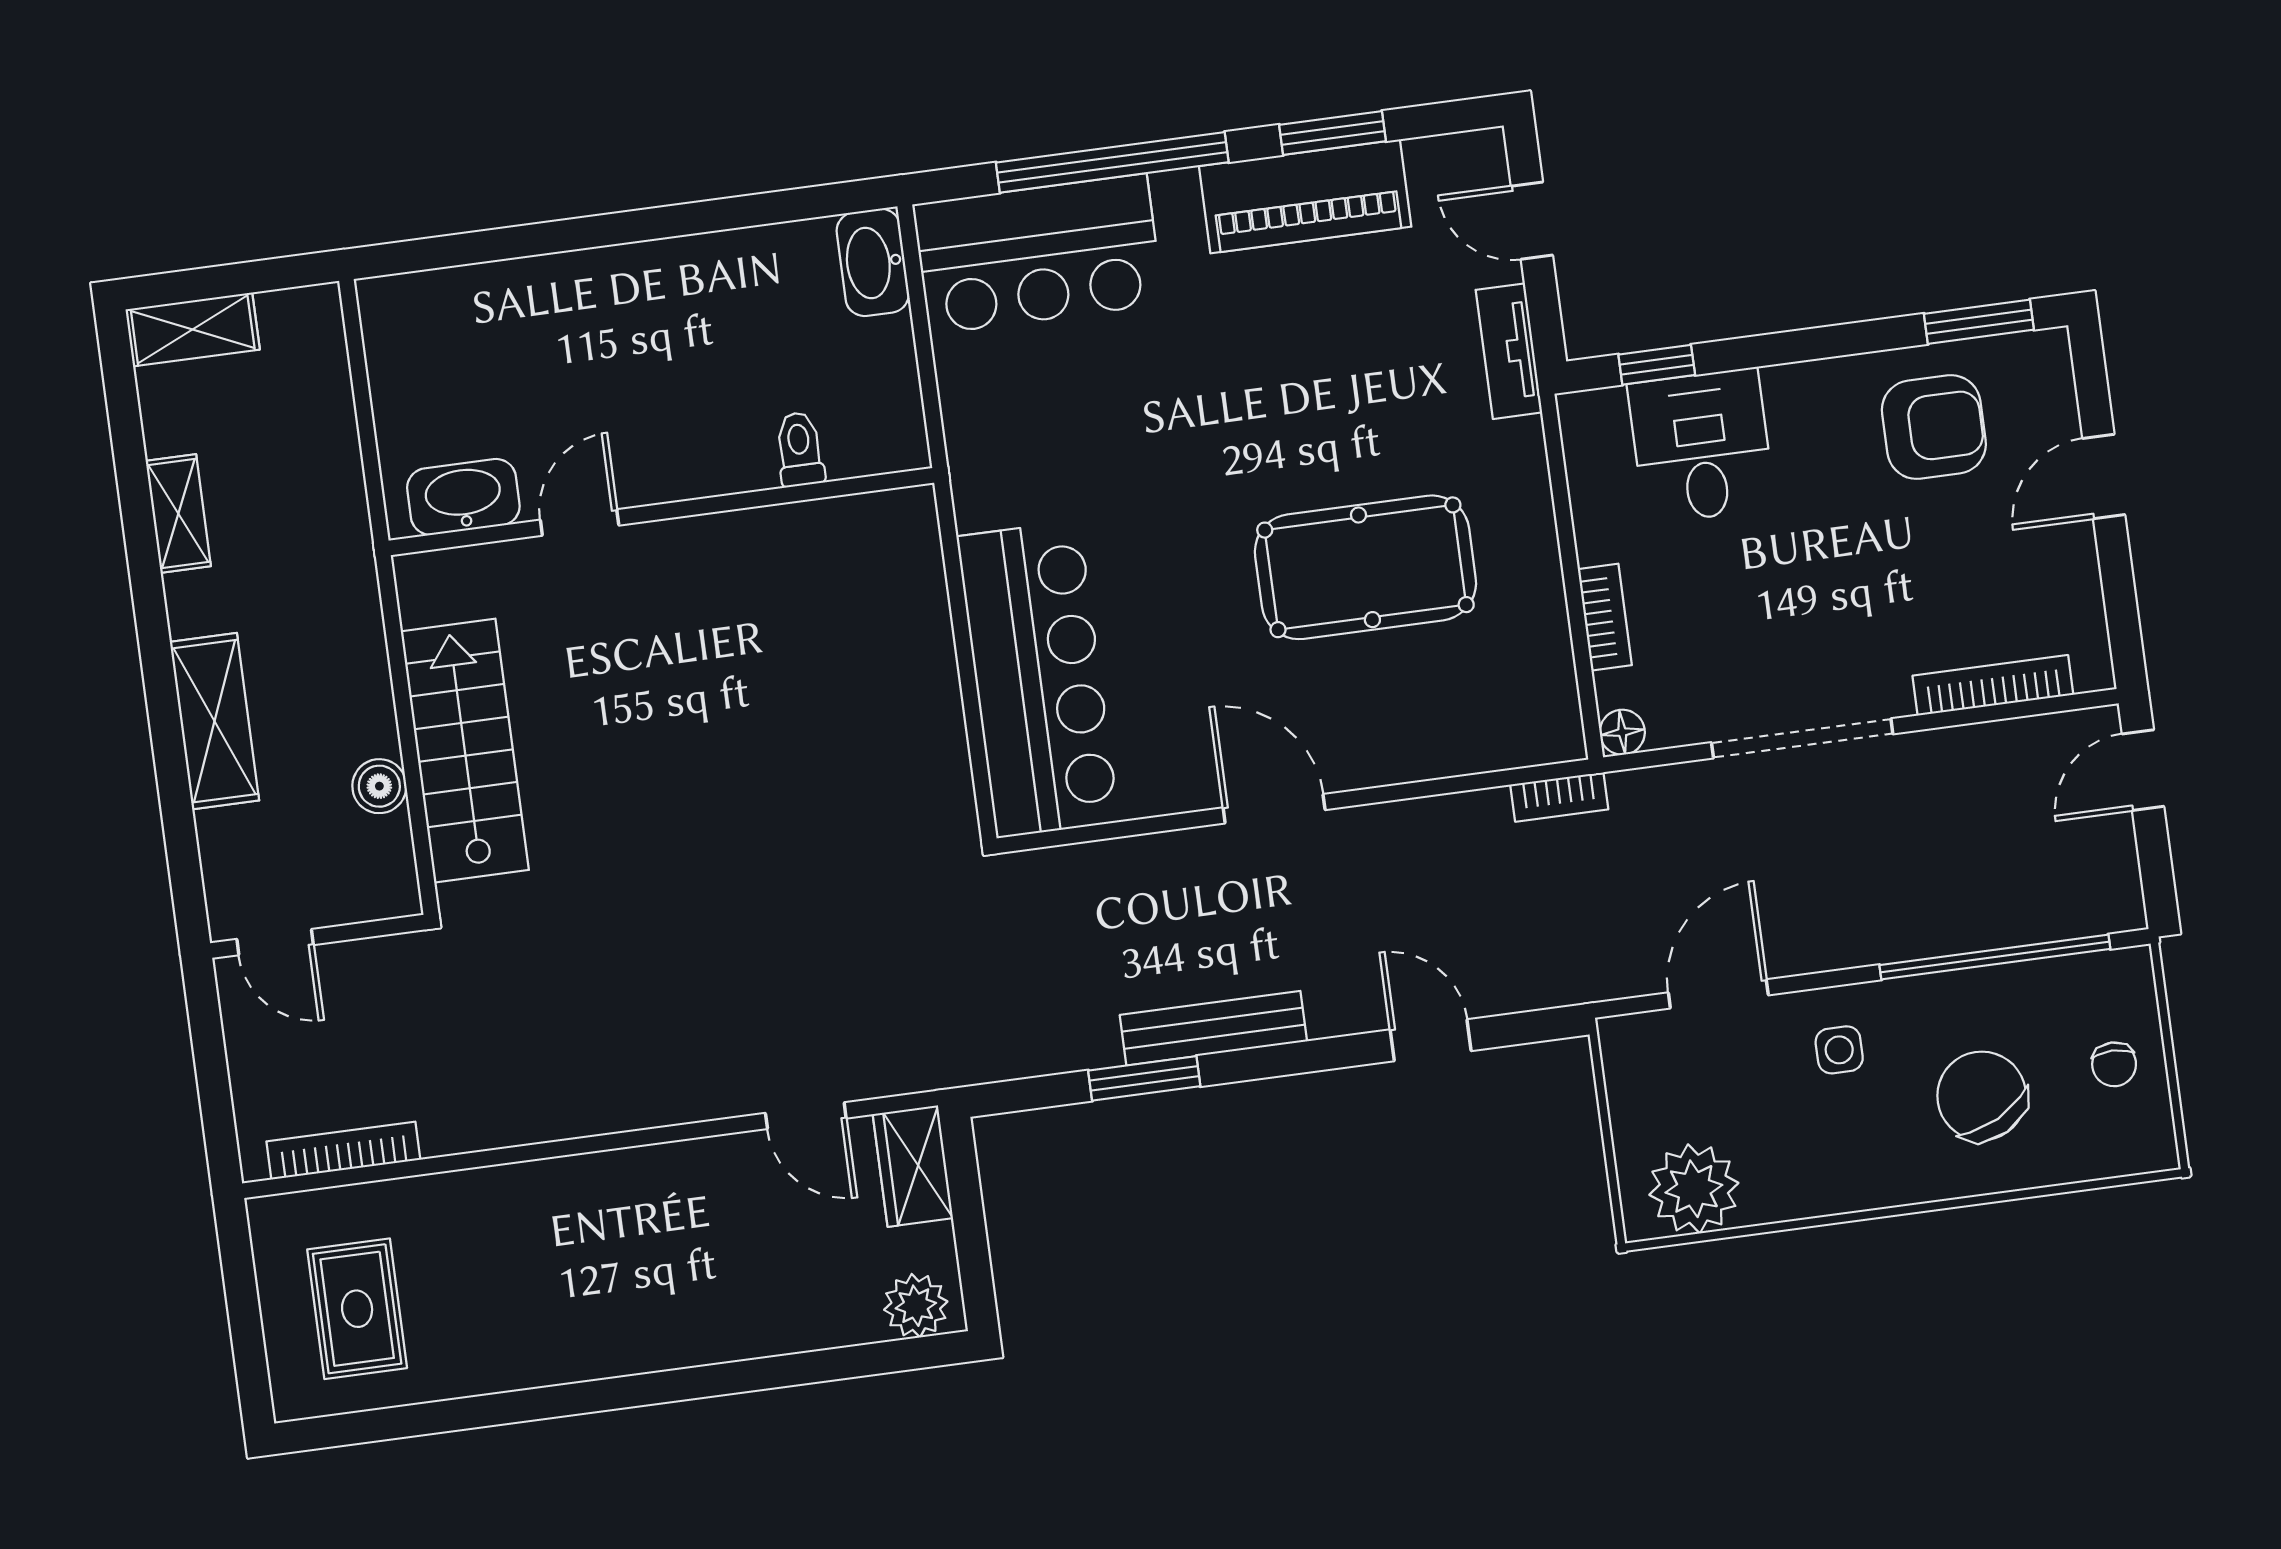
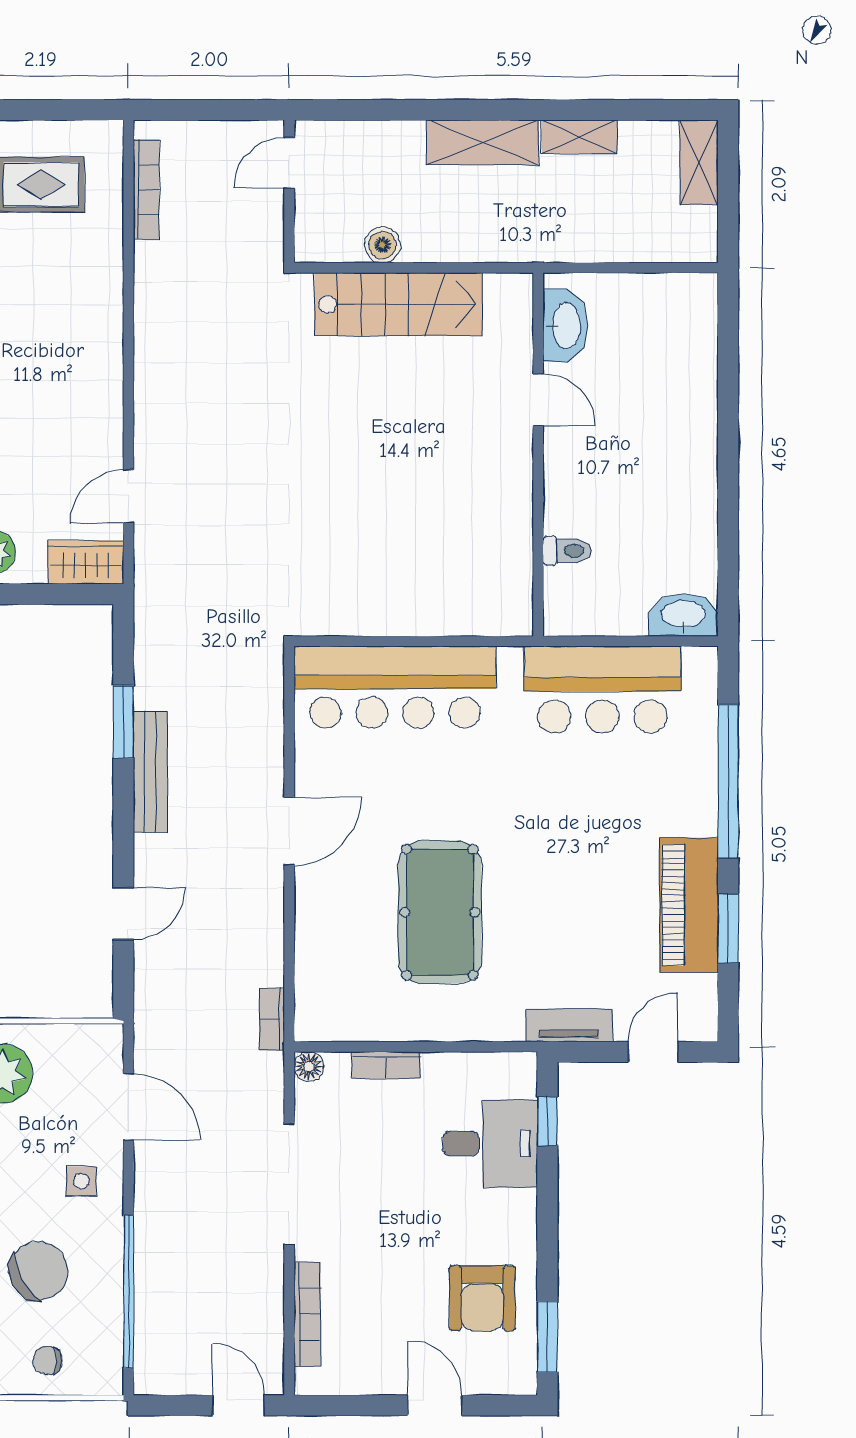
bar counter: (1038, 254) -> (602, 690), moved, turned -90
shelving: (215, 721) -> (483, 142), moved

